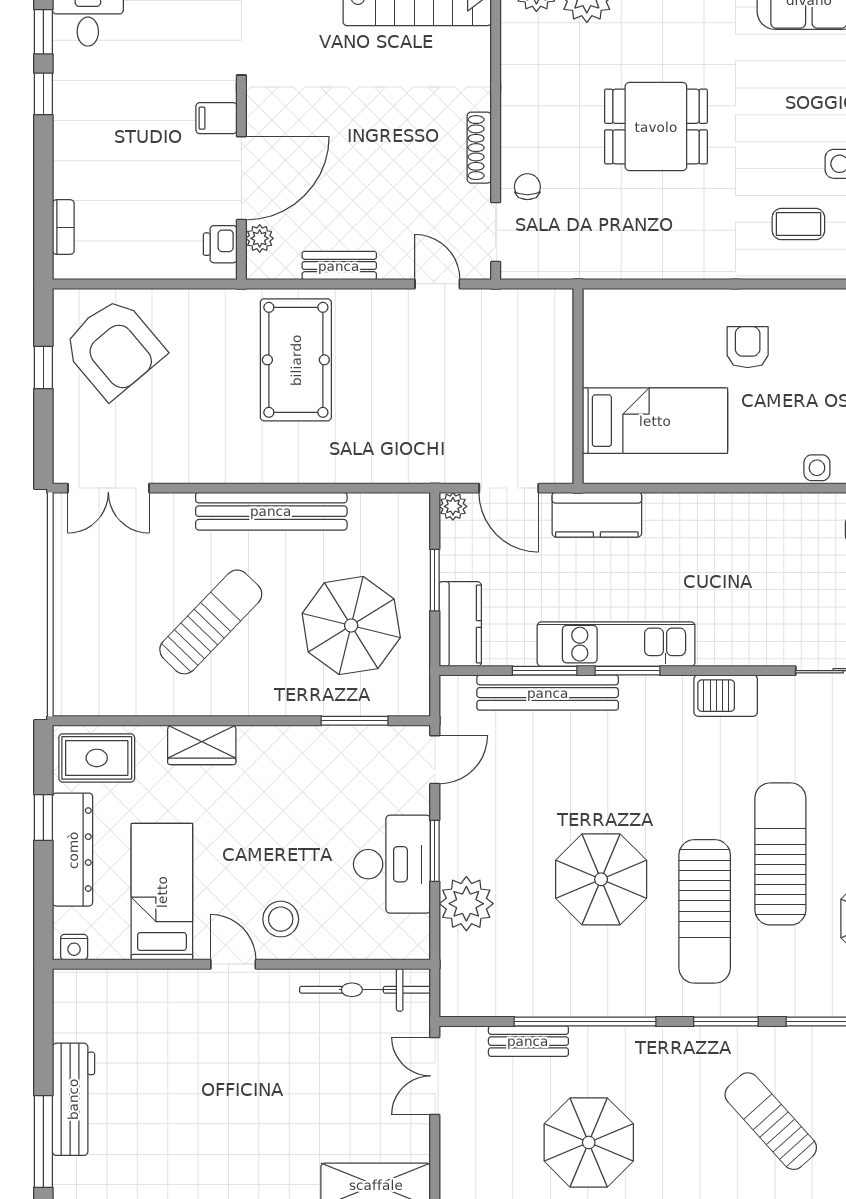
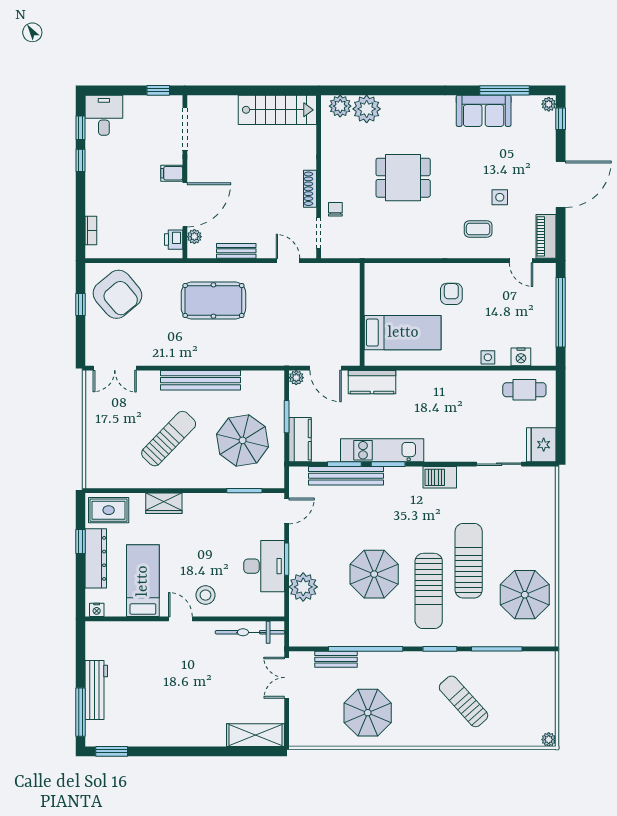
pool table: (296, 360) -> (213, 301), turned 90

